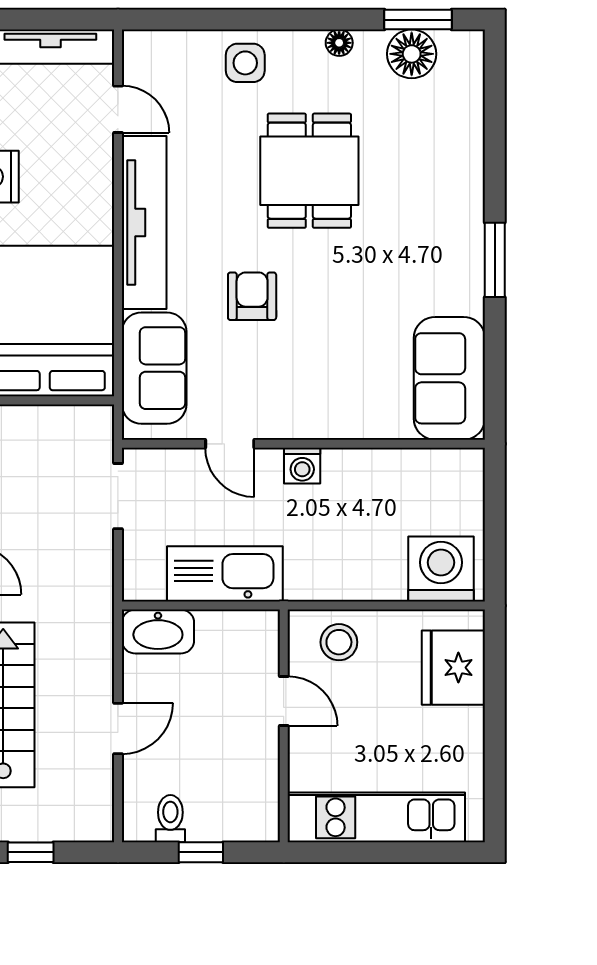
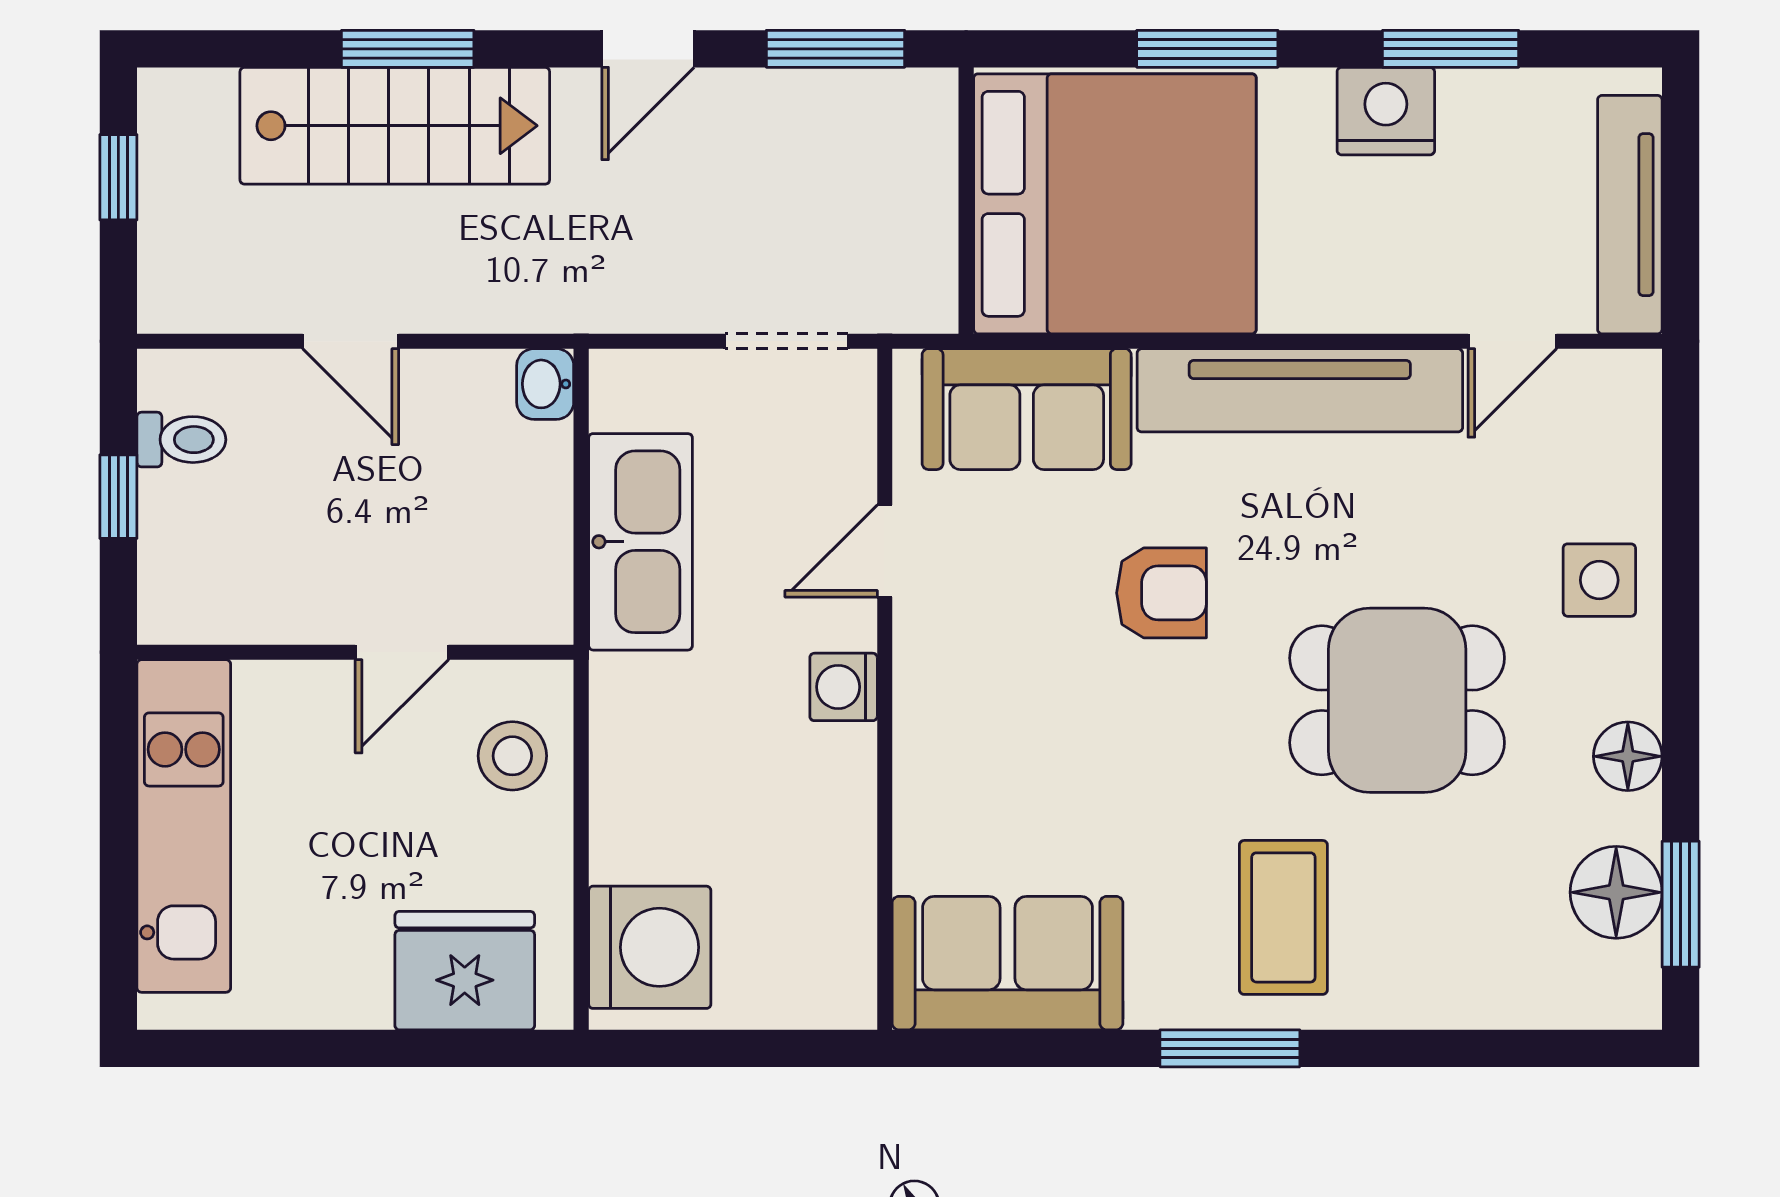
floor lamp: (339, 43) -> (1628, 756), width x1.37, depth x1.37
coffee table: (425, 231) -> (1283, 917), added
washbasin: (158, 632) -> (545, 384), width x0.52, depth x0.69

